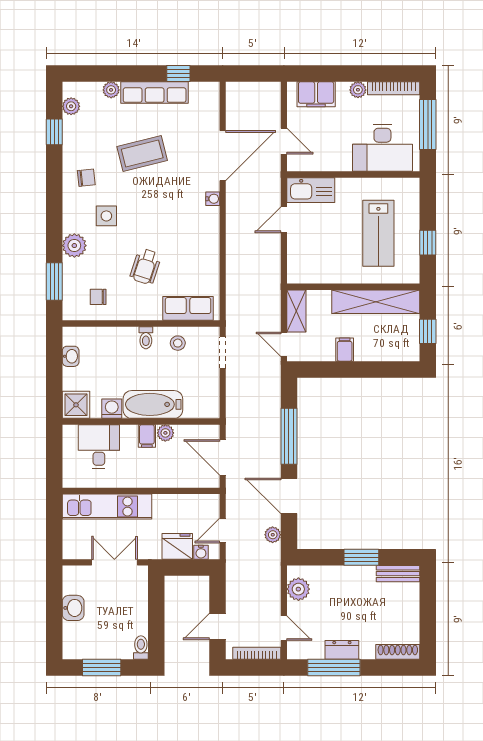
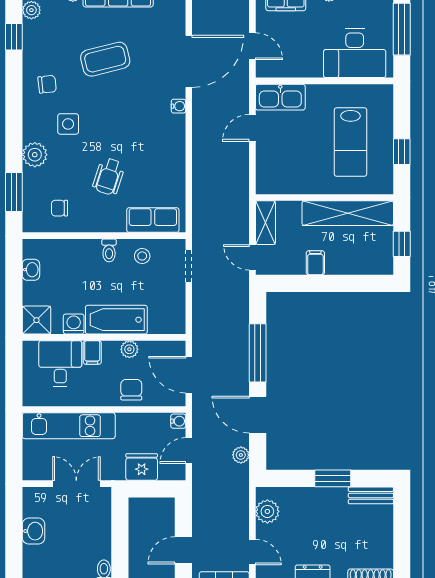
filing cabinet: (147, 436) -> (92, 352), moved
chair: (167, 472) -> (131, 390), added
water cooler: (201, 552) -> (178, 421), moved, turned -90

